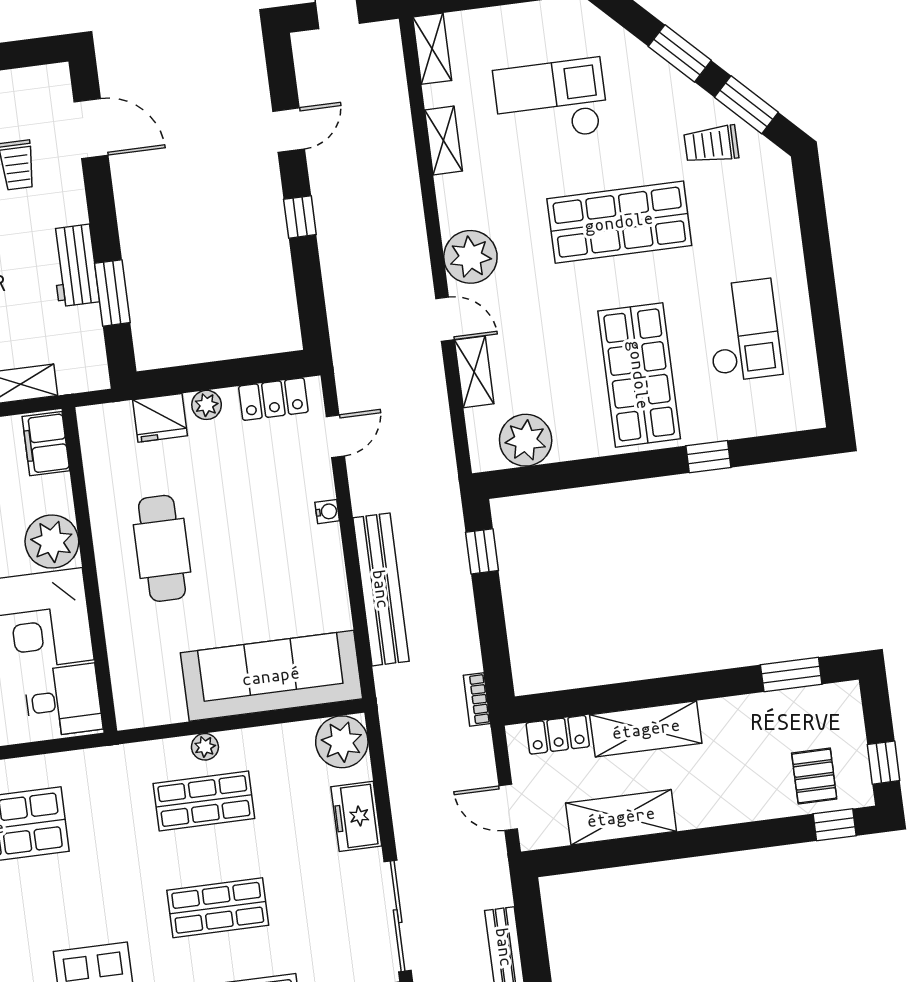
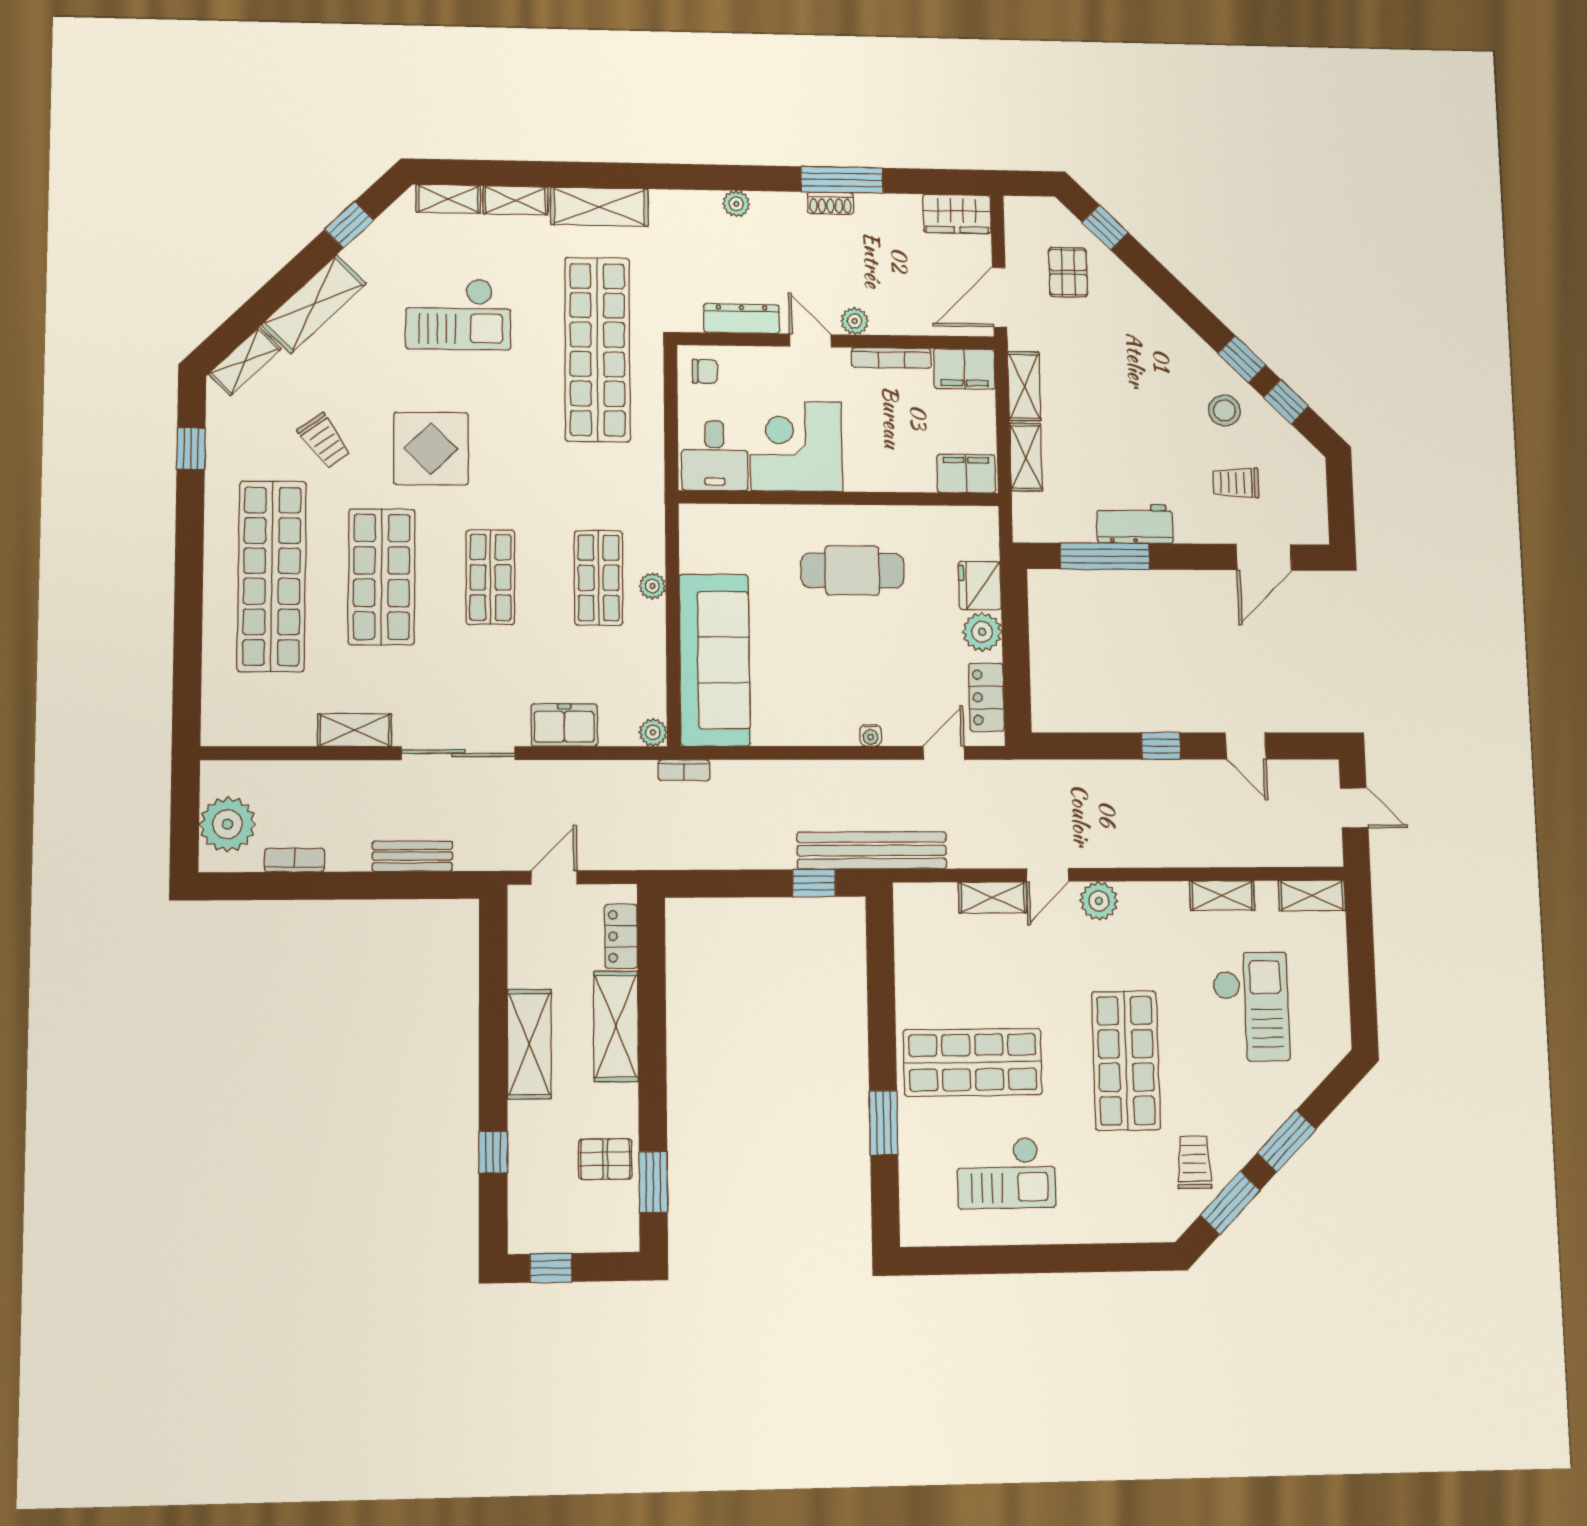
plant: (470, 257) -> (1099, 901), width x0.73, depth x0.73
window: (112, 293) -> (1105, 556), width x1.44
plant: (207, 405) -> (982, 632), width x1.38, depth x1.38
door: (335, 436) -> (944, 753), swing flipped
plant: (526, 440) -> (920, 940), removed
window: (708, 457) -> (884, 1123), width x1.50
plant: (52, 542) -> (871, 466), removed
bench: (381, 589) -> (872, 850), moved
bookcase: (477, 699) -> (684, 770), moved, turned 180
plant: (342, 742) -> (653, 732), width x0.53, depth x0.53
pallet: (814, 776) -> (605, 1159), moved
shelving: (621, 817) -> (529, 1044), moved
window: (835, 825) -> (493, 1152), moved

